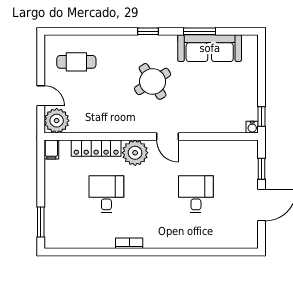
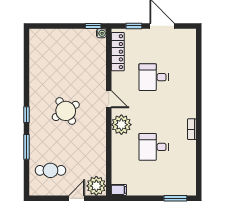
window: (200, 31) -> (27, 147), moved
sofa: (210, 48) -> (40, 66), removed
cafe table: (76, 62) -> (50, 170), turned 90
door: (168, 137) -> (109, 99), hinge flipped
locker: (96, 148) -> (118, 52), moved

